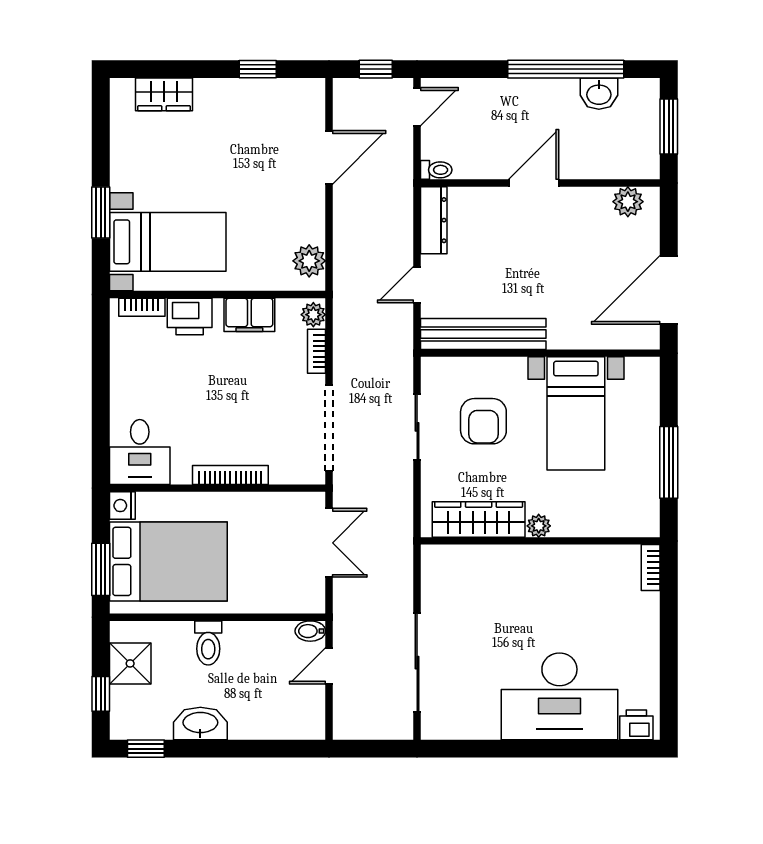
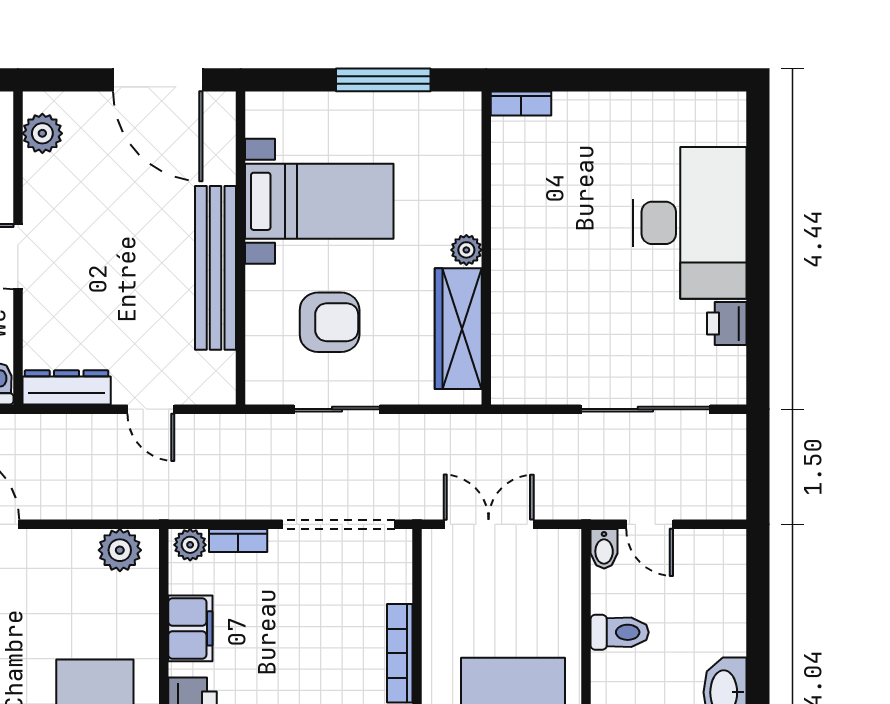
bench: (483, 334) -> (216, 268), moved
toilet: (208, 643) -> (620, 632), moved
printer: (636, 725) -> (727, 324), moved

